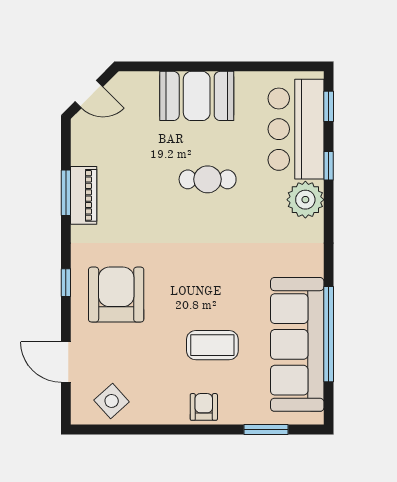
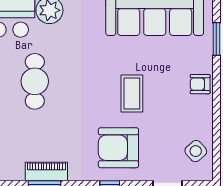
cafe table: (208, 179) -> (35, 81), width x1.37, depth x1.35
coffee table: (212, 345) -> (132, 94), moved

